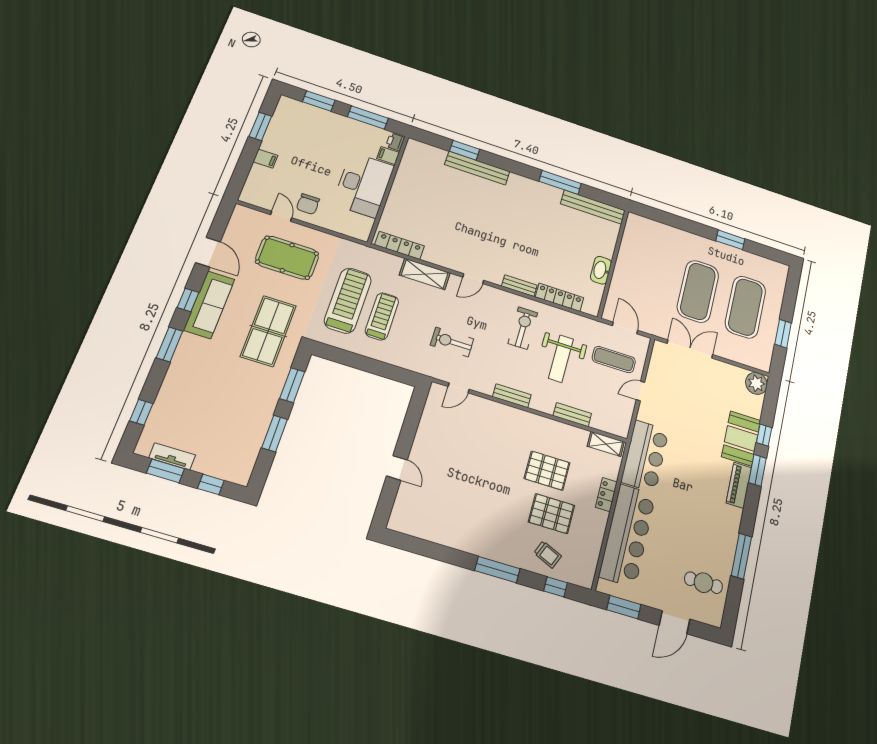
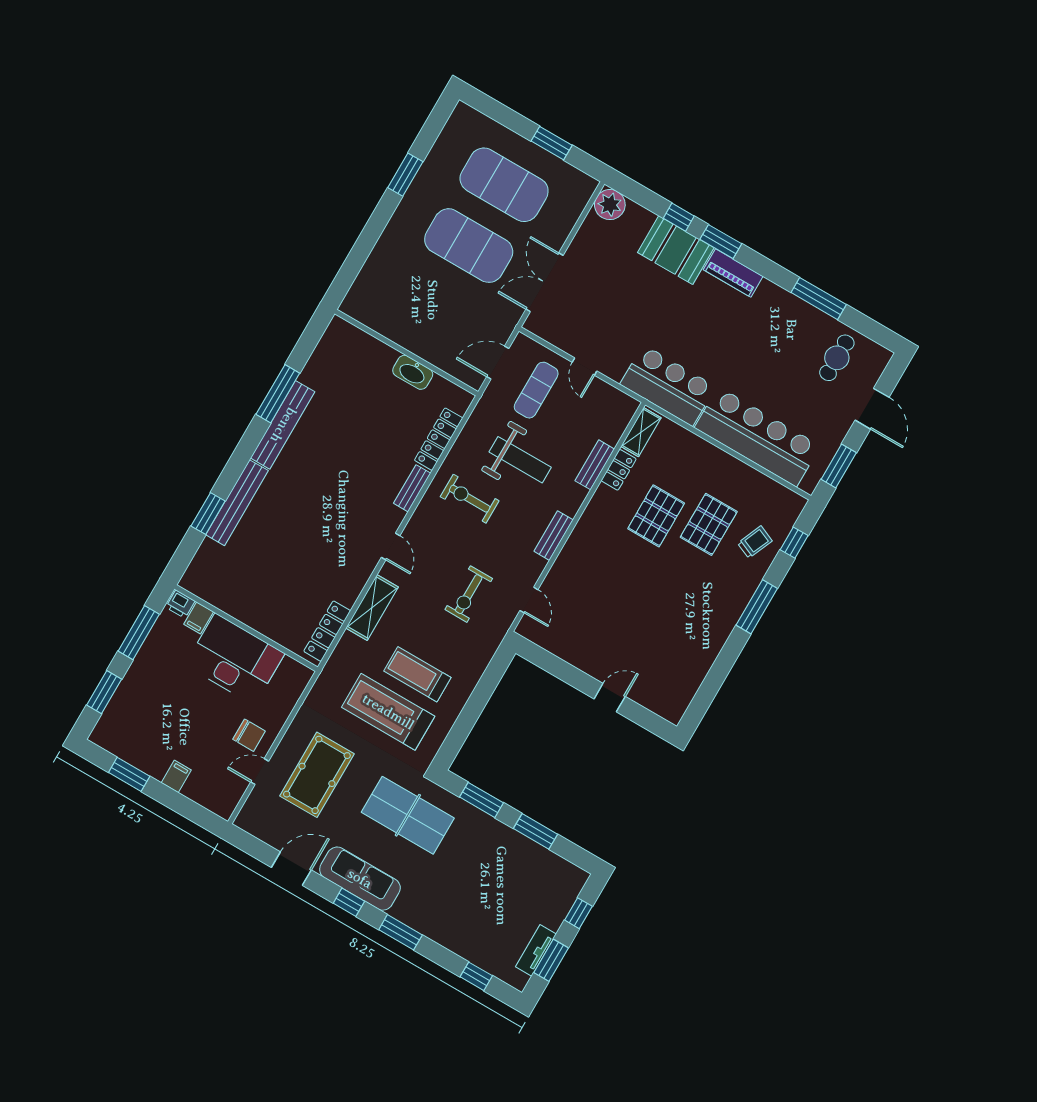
bench: (593, 207) -> (283, 425), moved
locker: (606, 495) -> (619, 470), moved, turned -90

